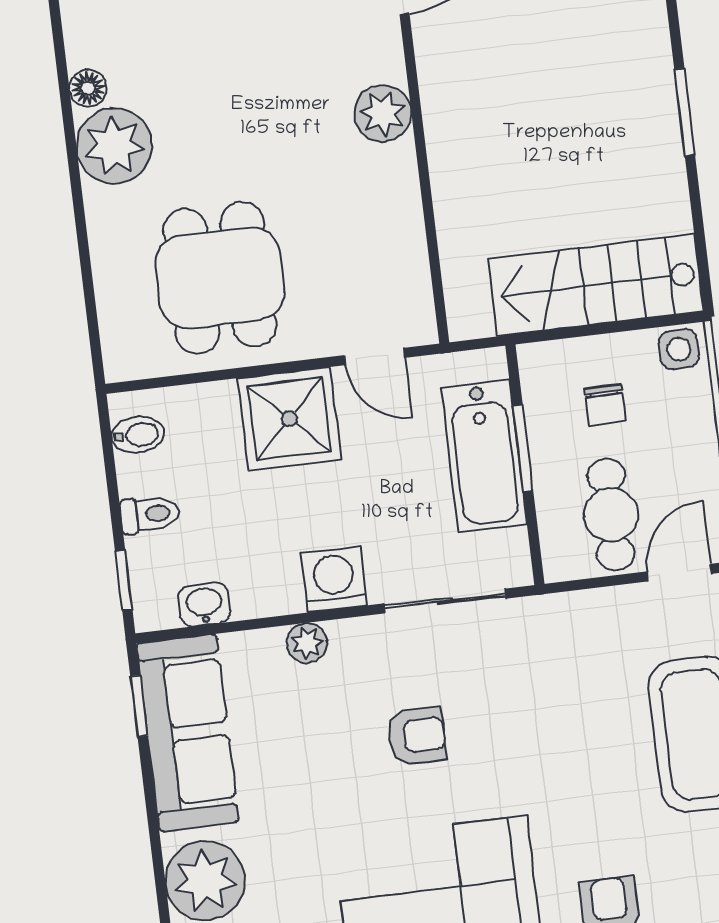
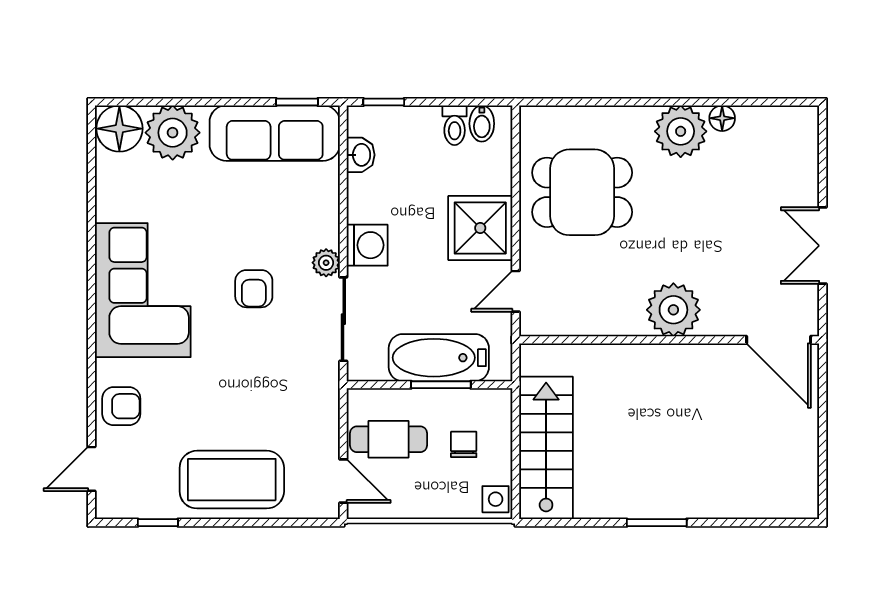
plant: (383, 113) -> (673, 310), width x1.36, depth x1.36
chair: (605, 405) -> (464, 444), turned 90
toilet: (150, 514) -> (455, 125), moved
plant: (307, 643) -> (326, 263), moved

